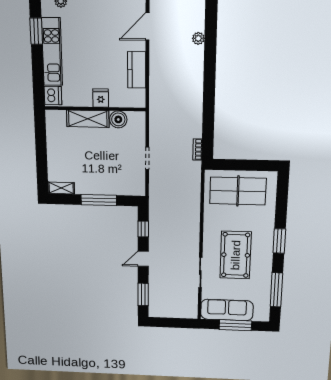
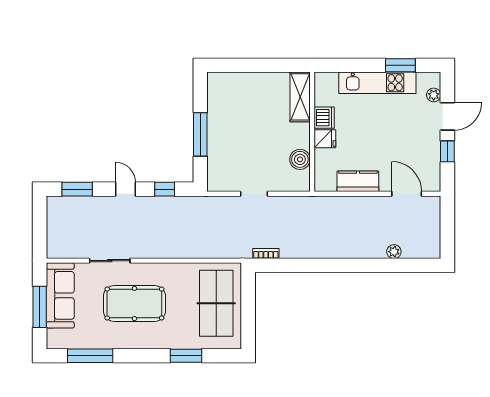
dishwasher: (53, 96) -> (324, 118), moved, turned -90
shelving: (88, 119) -> (300, 97), moved
shelving: (61, 188) -> (214, 88), removed
window: (279, 241) -> (186, 356), moved

